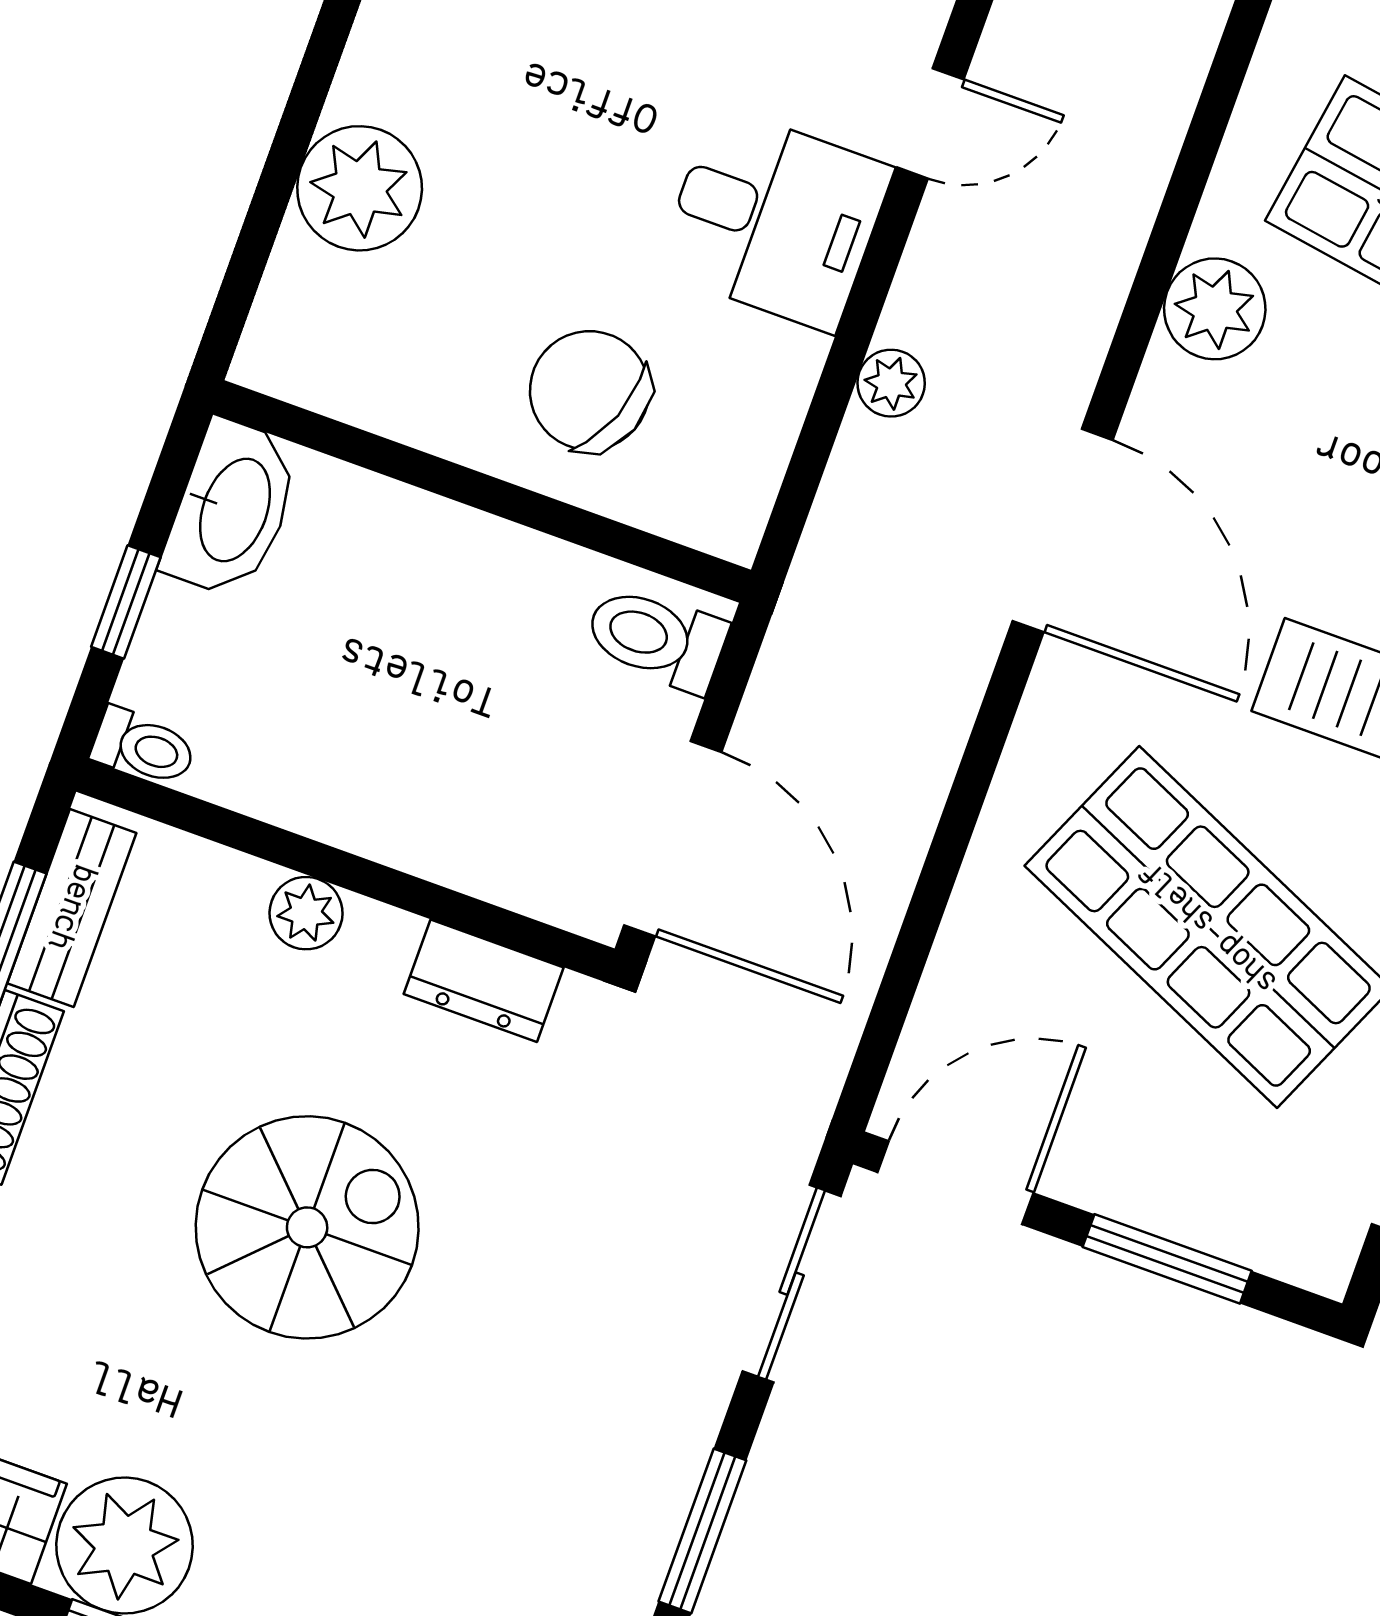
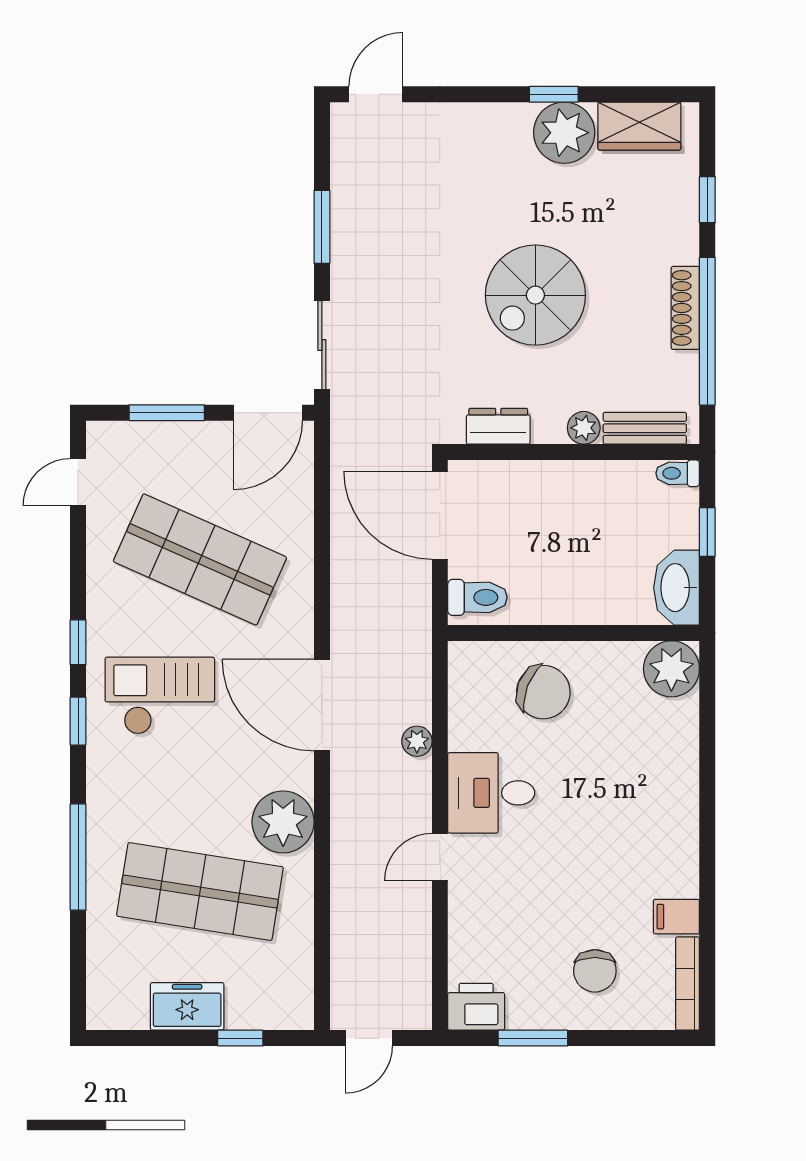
plant: (360, 188) -> (671, 669), moved
plant: (1215, 309) -> (283, 822), width x1.36, depth x1.36
bench: (72, 908) -> (645, 428), moved, turned 90

